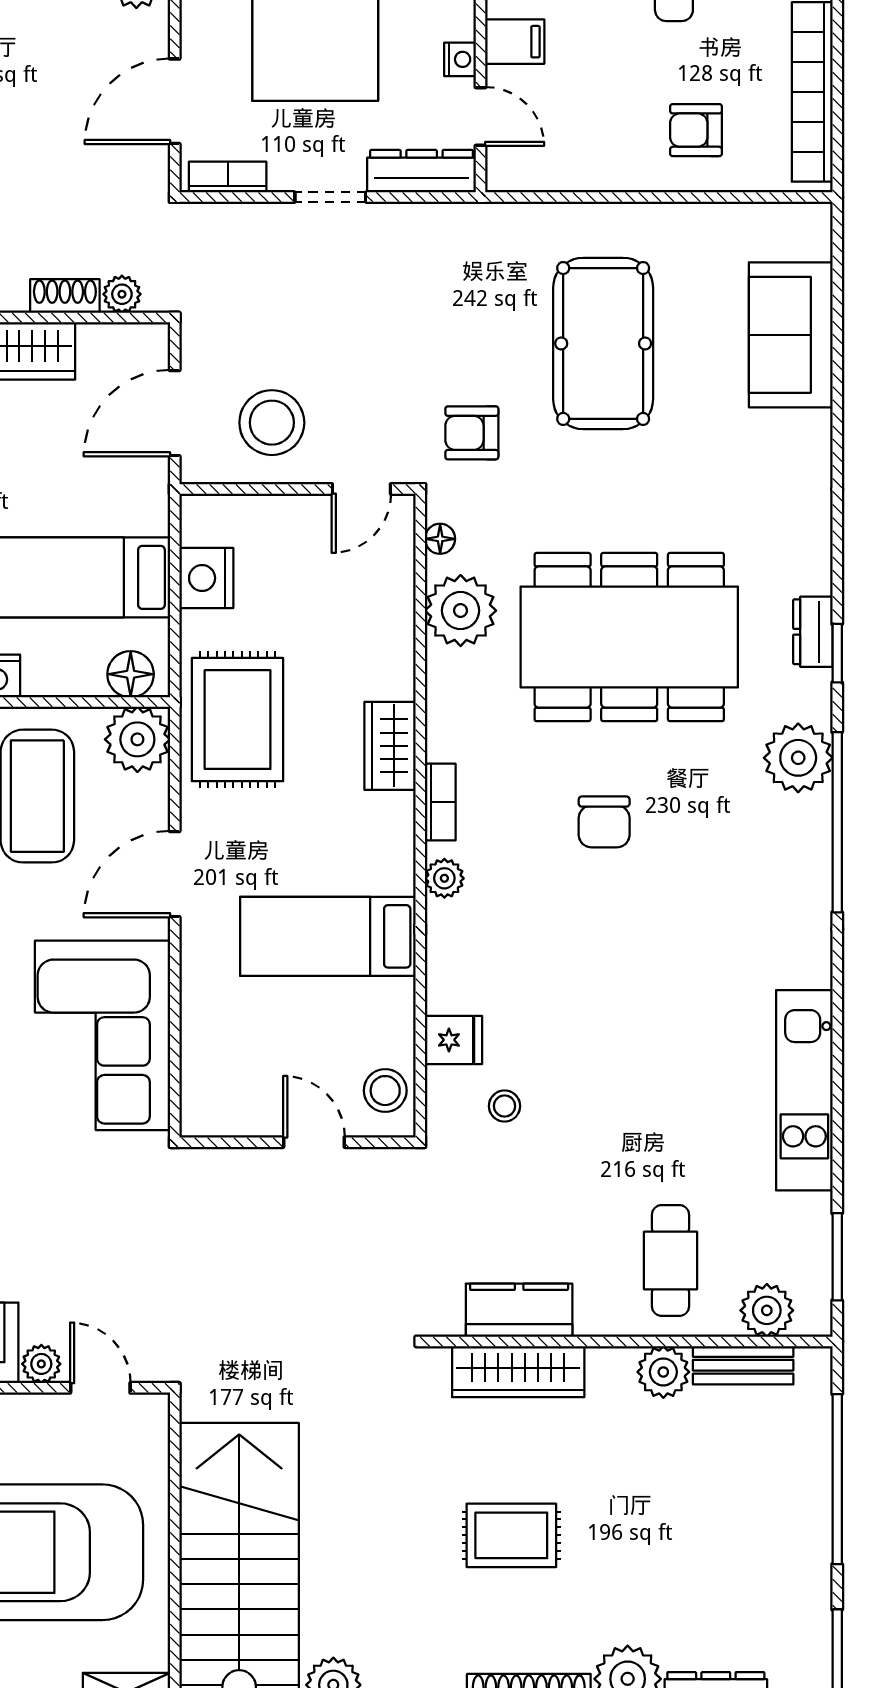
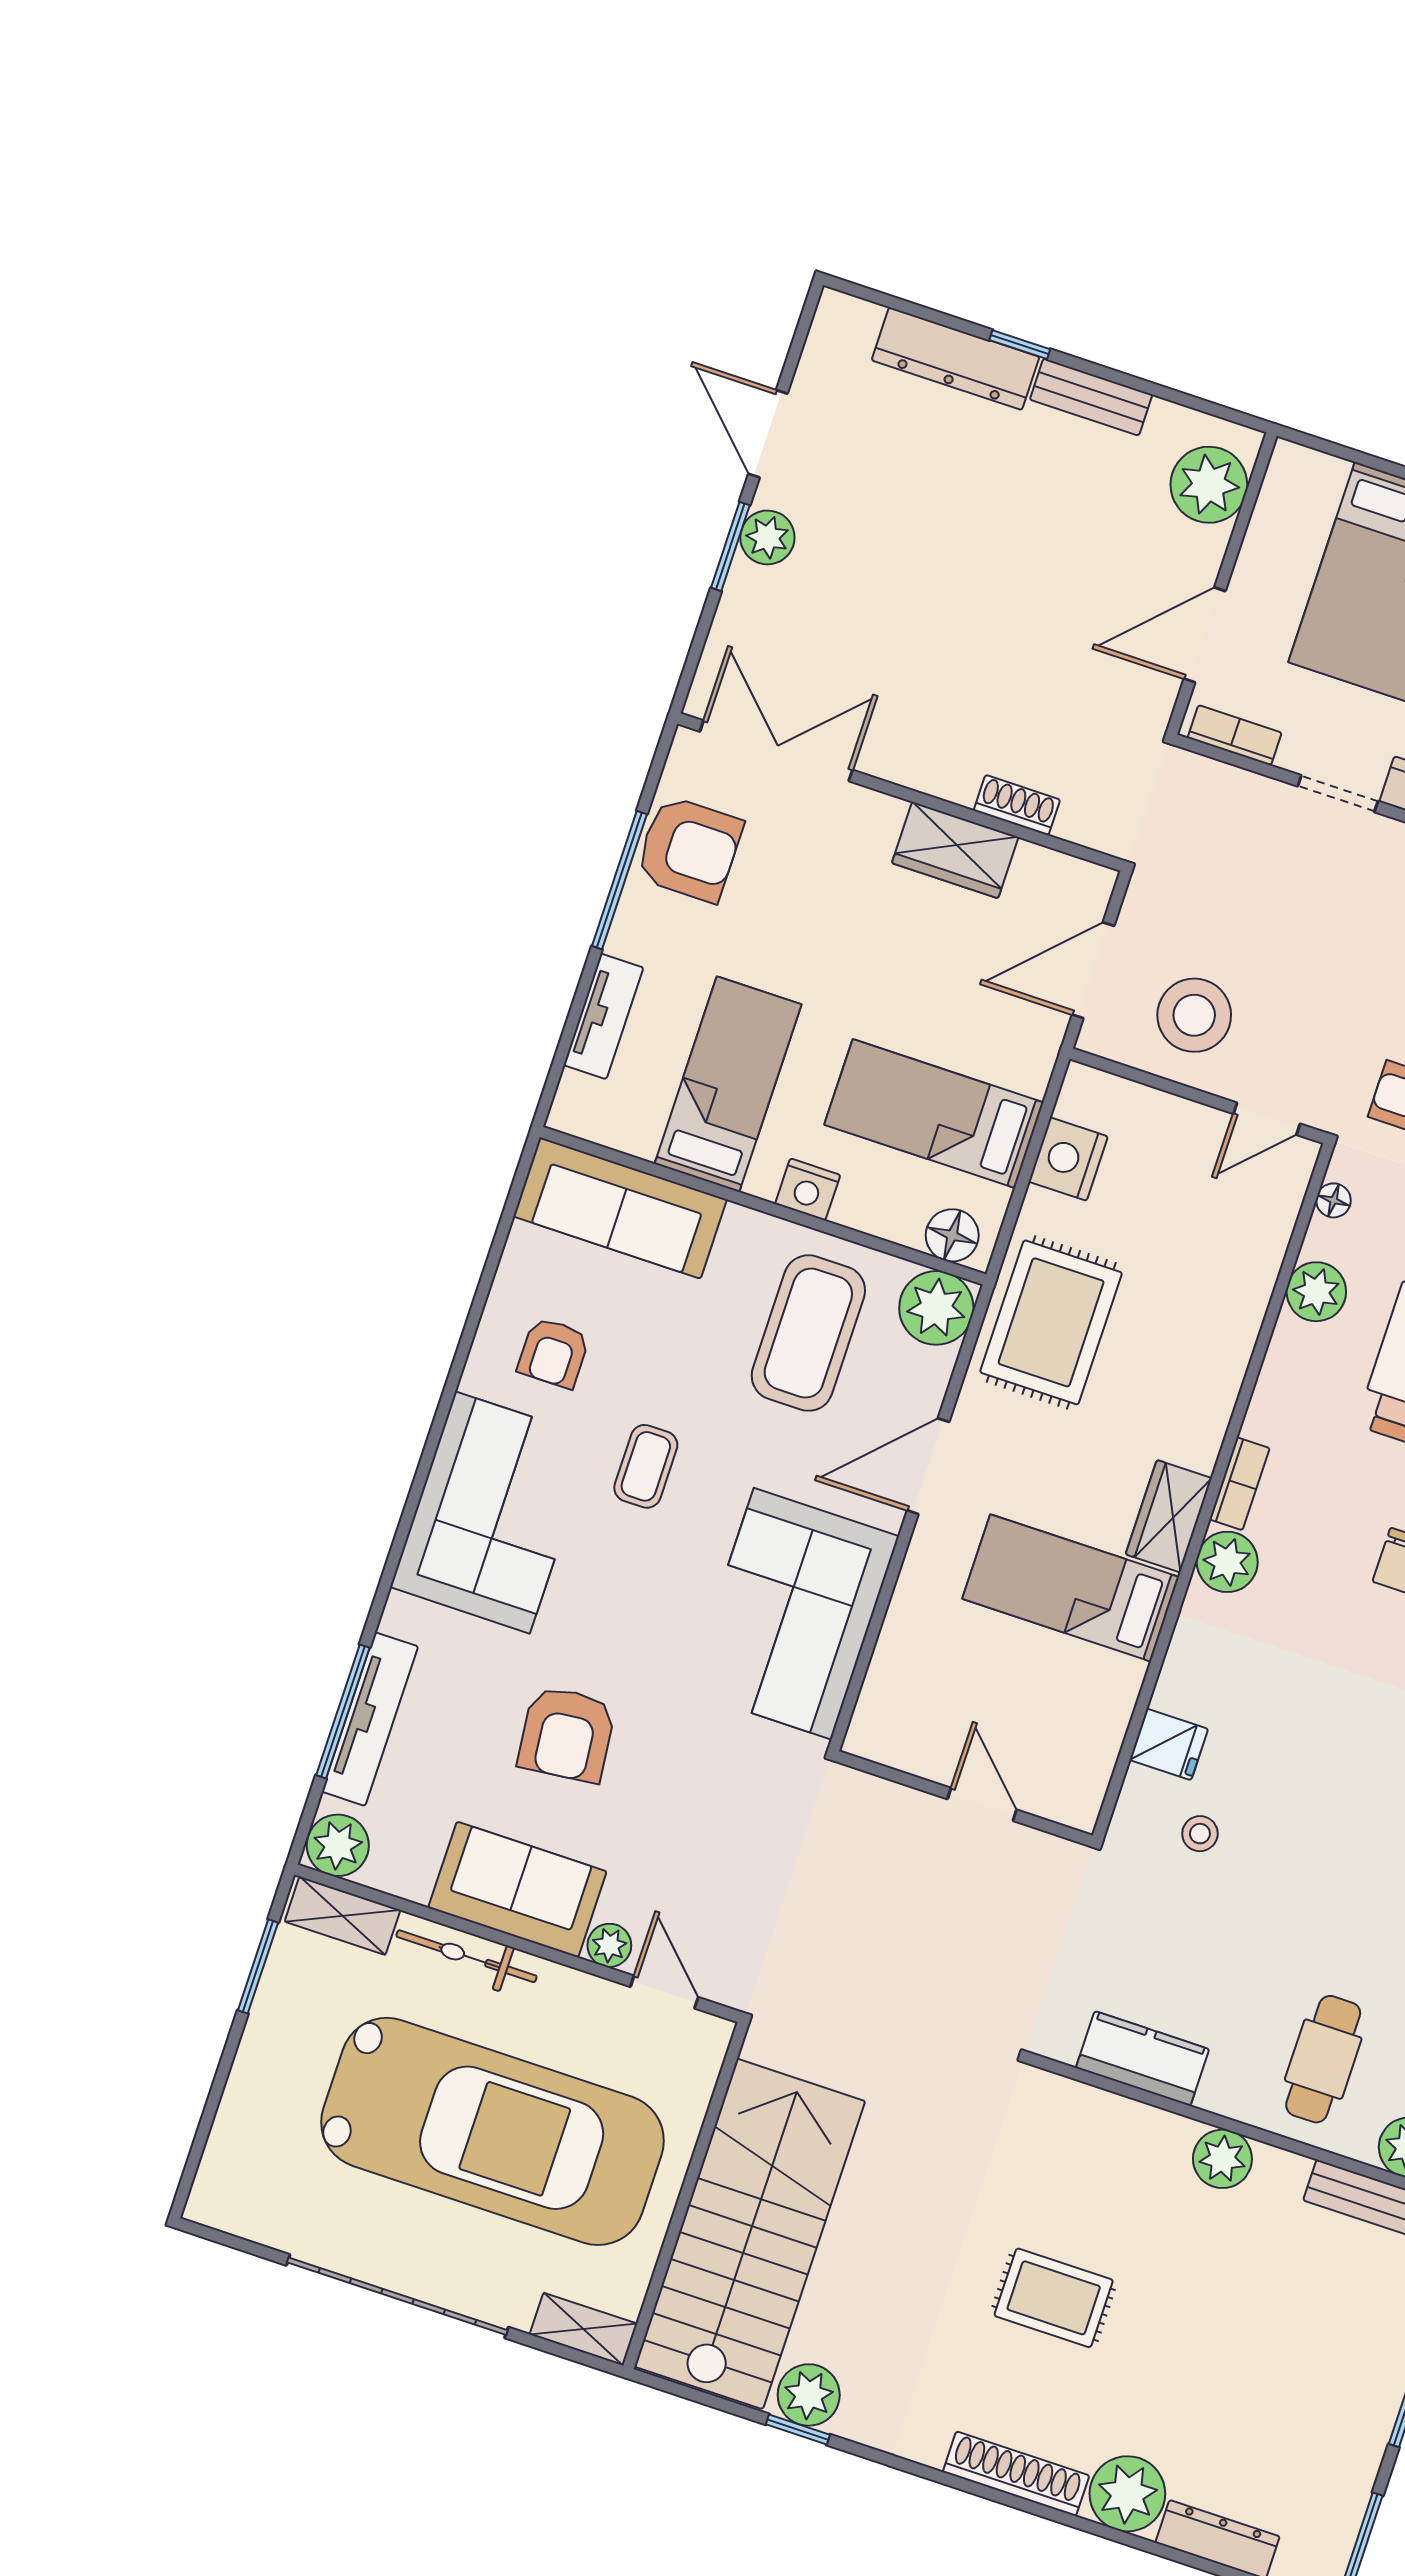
plant: (122, 294) -> (1079, 824), removed
plant: (461, 611) -> (1316, 1292), width x0.73, depth x0.73
wardrobe: (390, 746) -> (1169, 1516), moved
plant: (444, 878) -> (1227, 1562), width x1.38, depth x1.38
stool: (385, 1091) -> (1077, 1774), removed
wardrobe: (518, 1372) -> (1120, 2124), removed
plant: (663, 1372) -> (1222, 2159), moved

